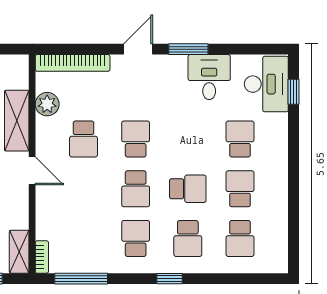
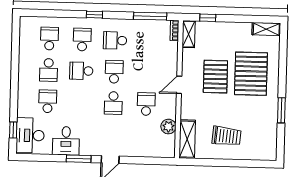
bookcase: (73, 63) -> (152, 152), removed
shelving: (17, 121) -> (187, 139), moved
school desk: (240, 139) -> (48, 101), turned 180
door: (32, 171) -> (179, 85), hinge flipped
school desk: (136, 238) -> (115, 40), turned 90

